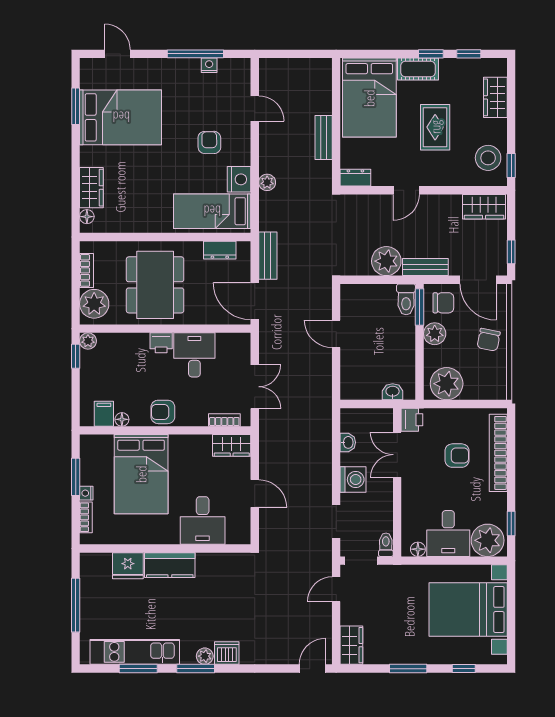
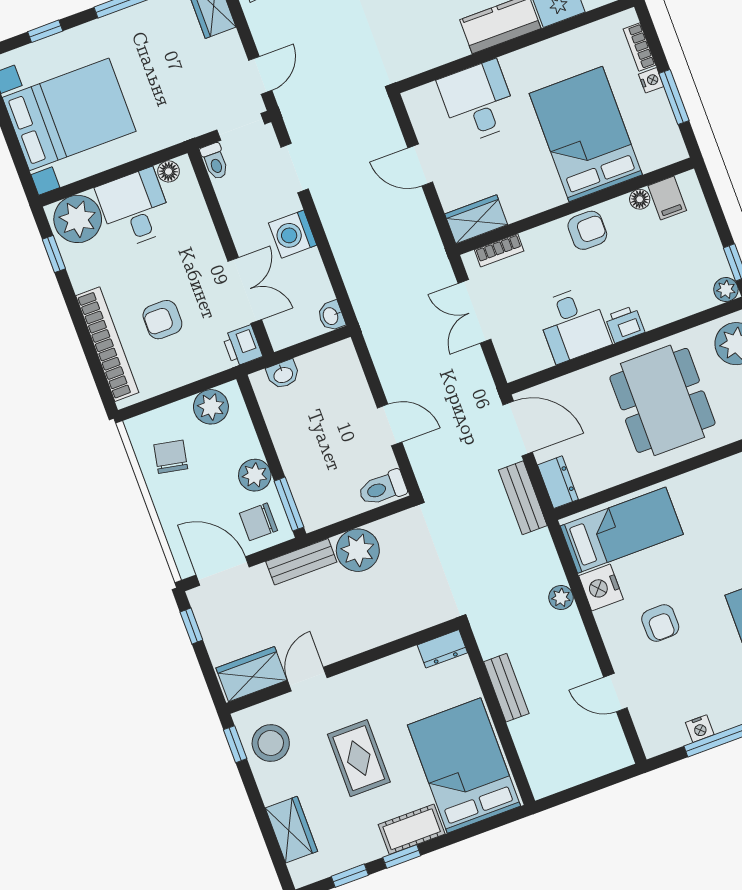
door: (406, 190) -> (307, 679), moved
dresser: (220, 250) -> (558, 482), moved, turned 90
toilet: (406, 299) -> (382, 488), moved, turned -90
chair: (489, 340) -> (171, 457), moved
plant: (447, 384) -> (211, 407), width x0.73, depth x0.73
washbasin: (348, 442) -> (331, 316), moved

